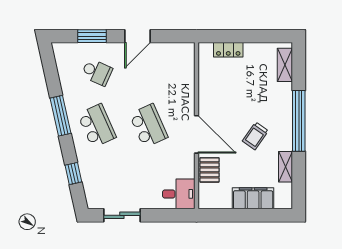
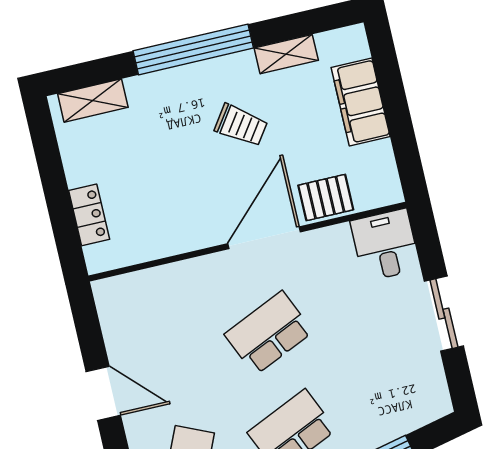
sliding door: (122, 215) -> (444, 314), moved

